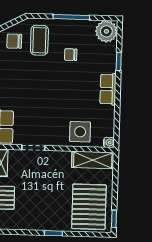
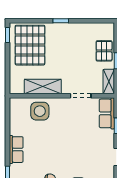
water cooler: (109, 142) -> (14, 102), removed
shelving: (93, 160) -> (43, 86), moved

